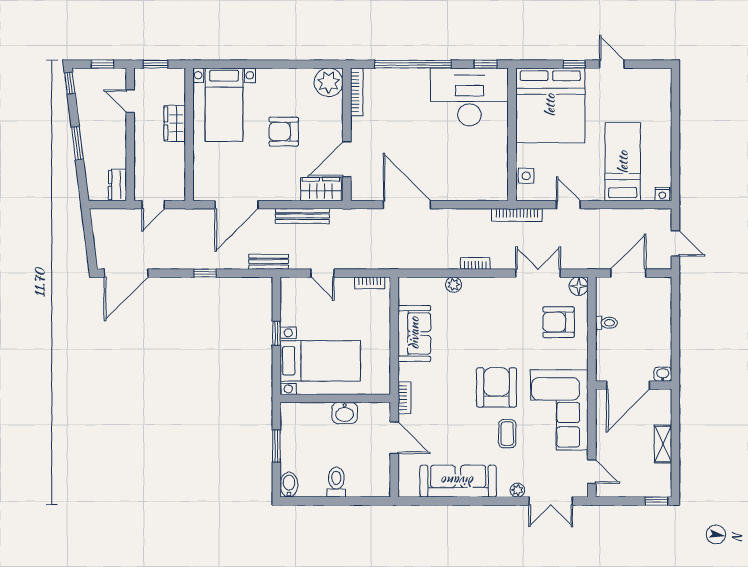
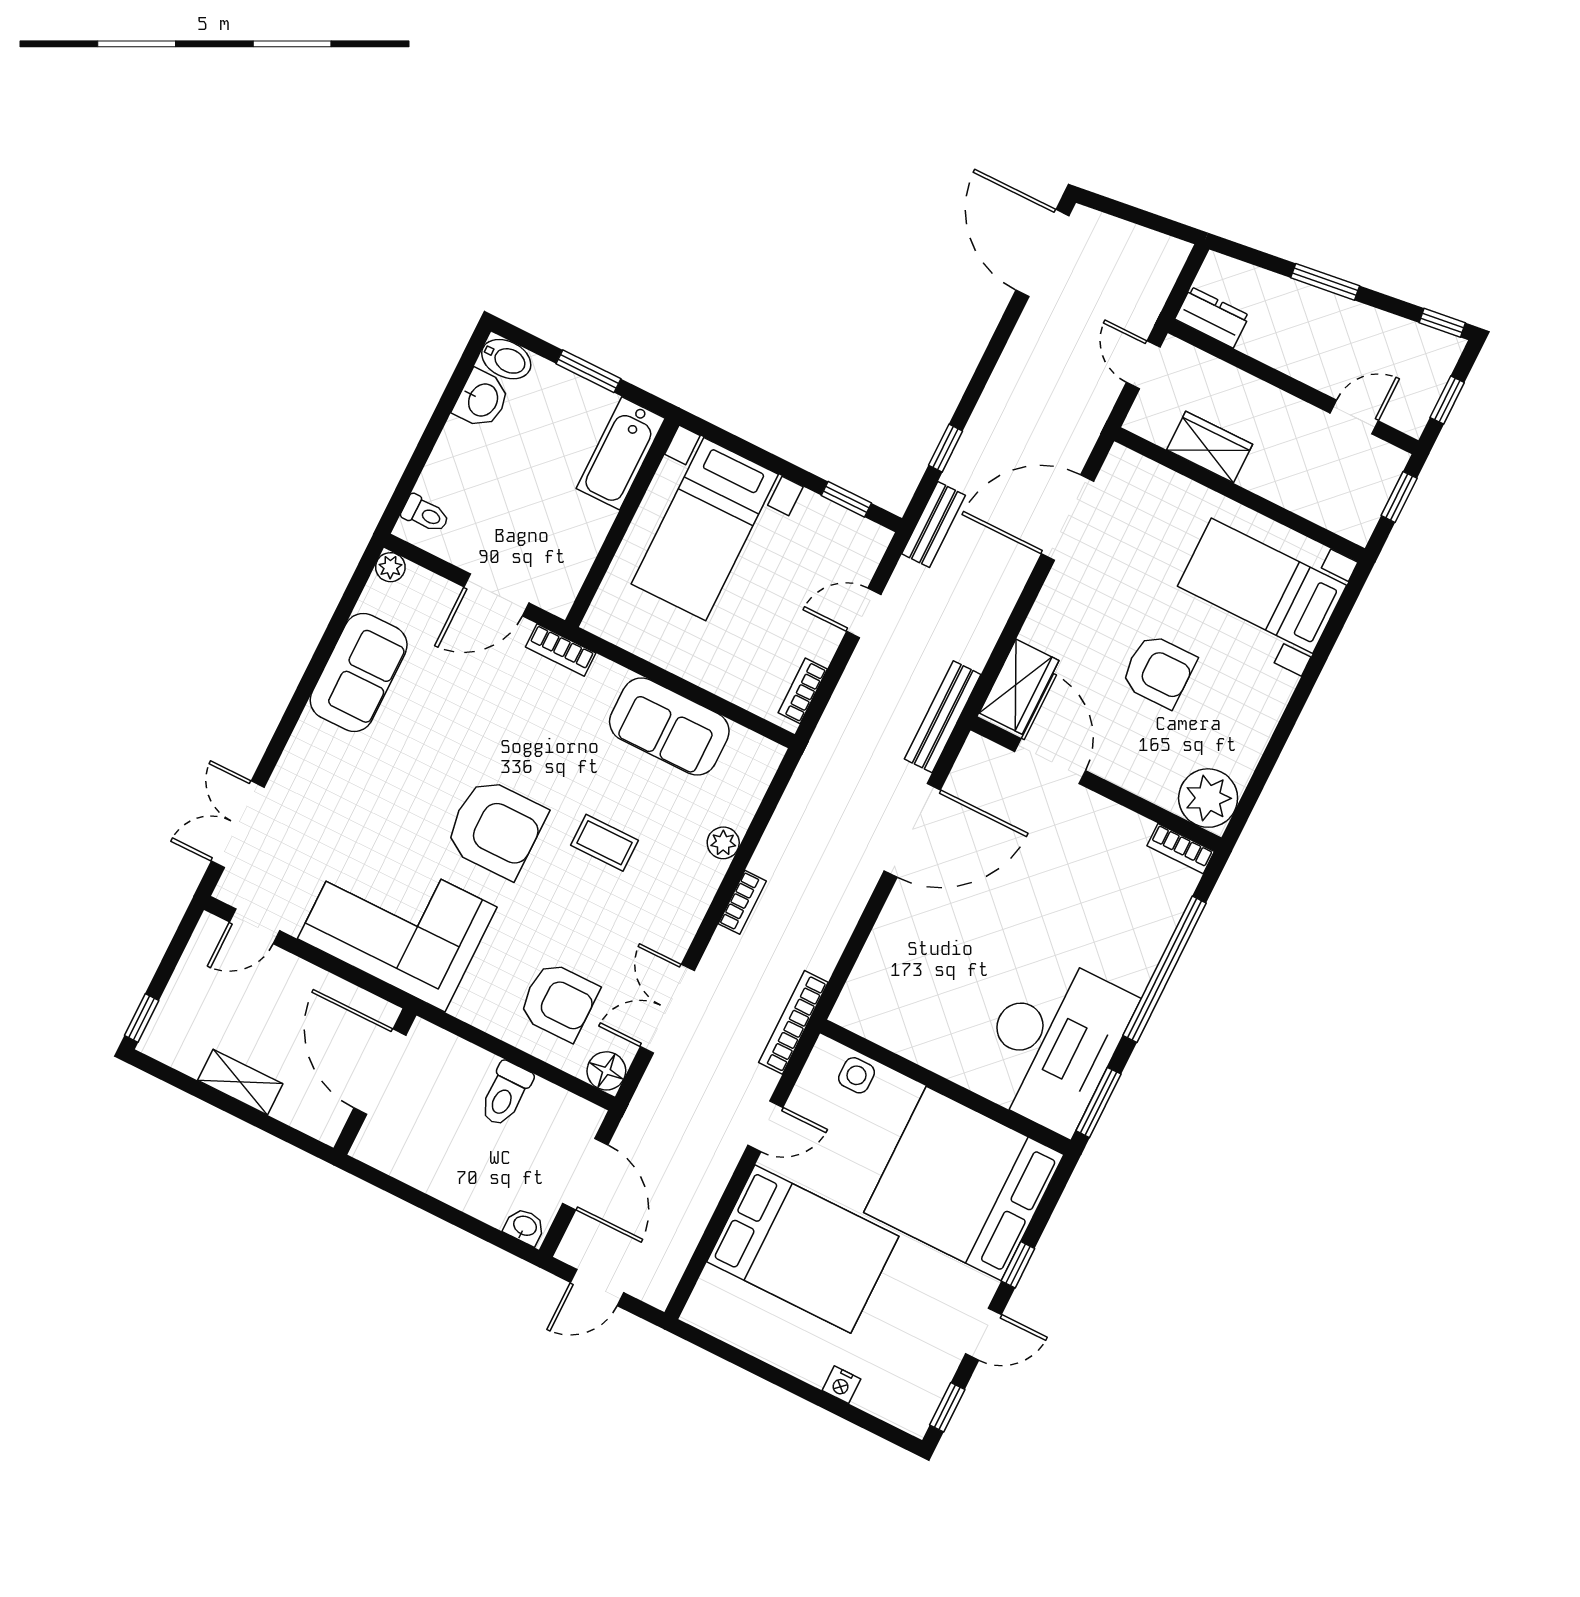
window: (486, 64) -> (1098, 1102), width x1.50
window: (652, 64) -> (947, 1407), added
bookcase: (357, 92) -> (1181, 849), width x0.64
wardrobe: (175, 123) -> (1210, 447), moved
armchair: (284, 132) -> (1159, 671), turned 90
bed: (623, 162) -> (803, 1249), width x1.50
nightstand: (662, 194) -> (841, 1385), moved, turned -90
door: (236, 205) -> (1067, 518), hinge flipped
bench: (302, 216) -> (943, 717), moved
window: (205, 273) -> (946, 448), moved
double door: (538, 273) -> (667, 1009), swing flipped
armchair: (559, 322) -> (559, 1001), turned 90
toilet: (606, 323) -> (506, 1094), width x1.37, depth x1.39
window: (276, 333) -> (846, 499), moved
washbasin: (663, 374) -> (525, 1227), moved, turned -90
washbasin: (345, 413) -> (482, 399), moved, turned 180
bathtub: (305, 414) -> (621, 453), added
coffee table: (507, 434) -> (604, 843), moved
sofa: (458, 481) -> (359, 672), width x0.73
toilet: (336, 482) -> (425, 514), moved, width x0.73, depth x0.72
plant: (517, 490) -> (390, 567), moved

